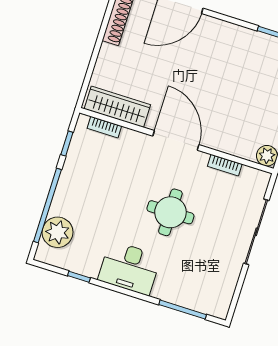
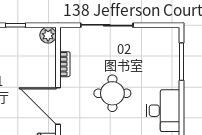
door: (176, 140) -> (58, 106), hinge flipped

